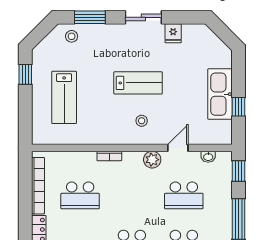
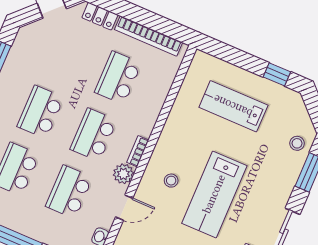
lab bench: (138, 83) -> (214, 194), width x1.36, depth x1.39
door: (178, 148) -> (124, 208), hinge flipped
bookcase: (109, 156) -> (138, 151), moved
school desk: (132, 195) -> (94, 135), added

